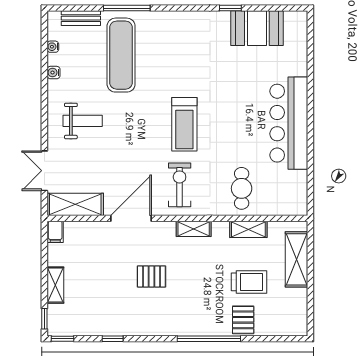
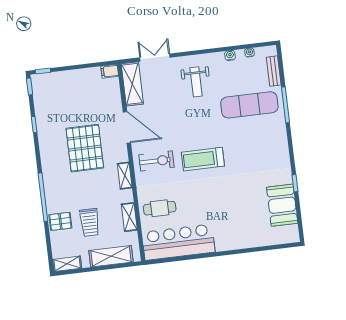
bar counter: (289, 123) -> (178, 242), moved
pallet: (151, 276) -> (85, 148), width x2.05, depth x2.00
shelving: (55, 285) -> (67, 264), moved

